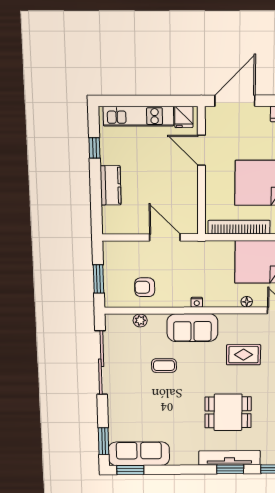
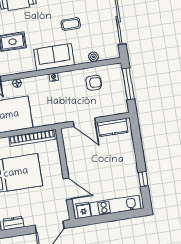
kitchen counter: (111, 185) -> (113, 127), moved, turned -90
window: (98, 279) -> (128, 84), width x1.44

